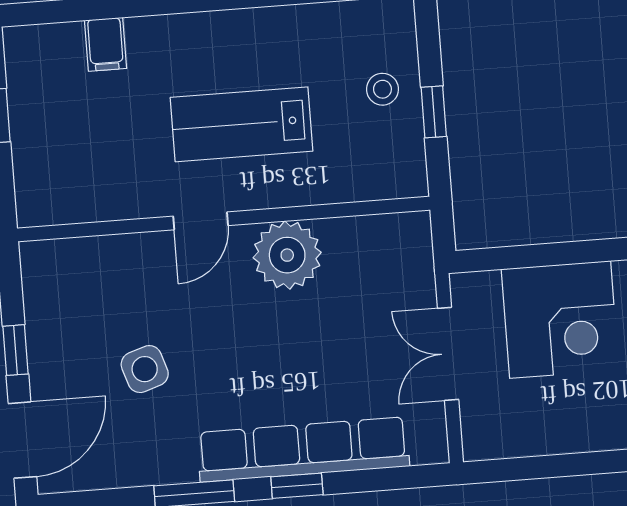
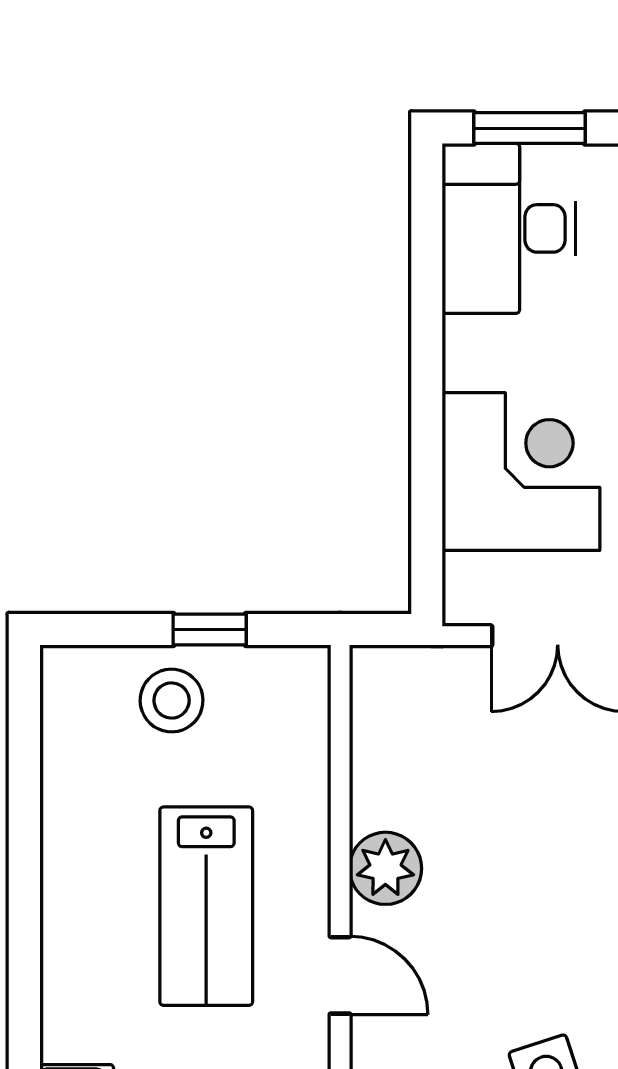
stool: (382, 89) -> (172, 700), width x1.37, depth x1.37
plant: (287, 255) -> (385, 868), width x0.73, depth x0.73

